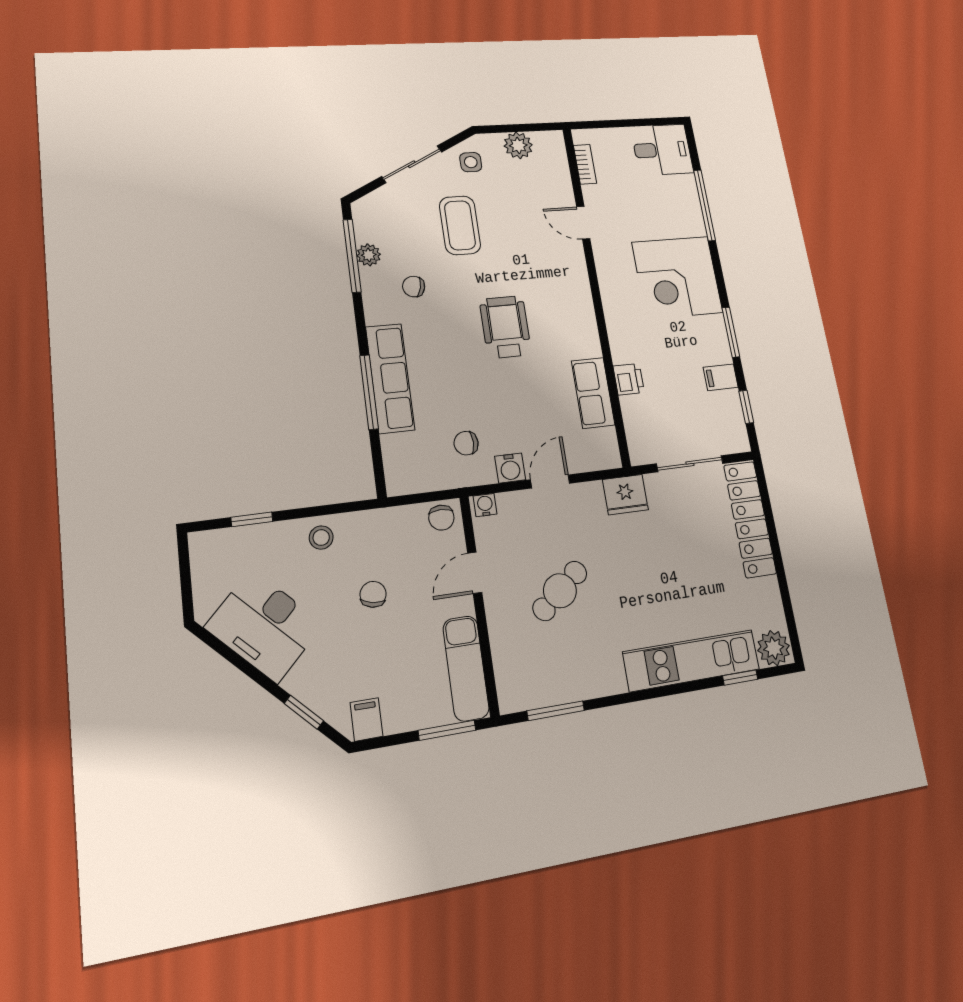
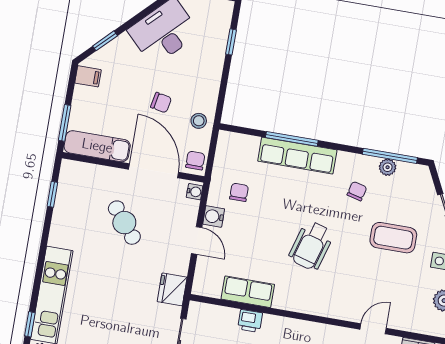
wheelchair: (505, 327) -> (311, 246), turned 106
chair: (441, 518) -> (195, 161), turned 90
stool: (321, 538) -> (199, 121), moved
door: (475, 573) -> (154, 171), width x1.88
window: (556, 711) -> (52, 194), width x0.67

